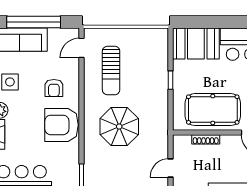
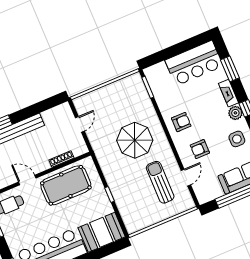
door: (82, 48) -> (186, 178), moved
armchair: (54, 88) -> (200, 149), turned -90
armchair: (62, 125) -> (181, 122), width x0.53, depth x0.53

